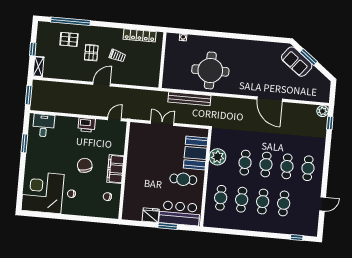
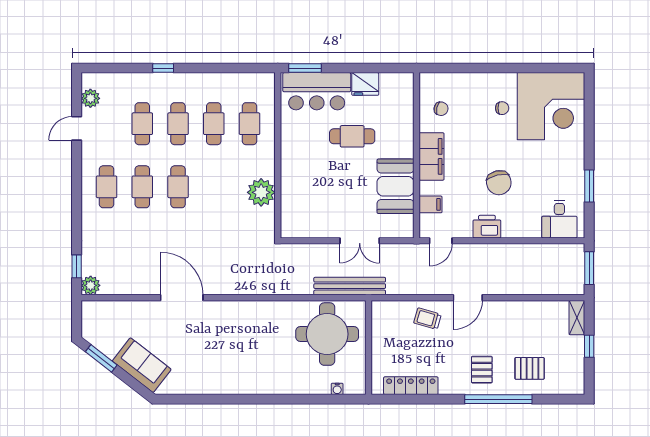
window: (70, 21) -> (498, 399), moved
pallet: (91, 53) -> (482, 370), moved
trolley: (117, 56) -> (427, 319), moved
window: (309, 57) -> (101, 358), moved
round table: (210, 70) -> (327, 334), moved
bench: (189, 99) -> (350, 286), moved
filing cabinet: (119, 141) -> (431, 204), added
booth: (196, 153) -> (396, 186), moved
cafe table: (245, 163) -> (214, 187), removed
chair: (85, 165) -> (499, 183), moved
cafe table: (183, 179) -> (352, 136), moved
plant: (313, 221) -> (90, 98), added
window: (168, 226) -> (305, 68), moved
window: (297, 238) -> (163, 68), moved

